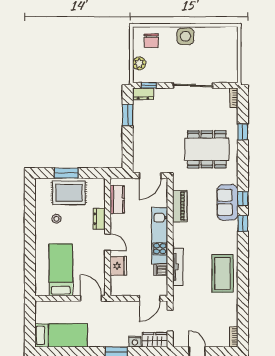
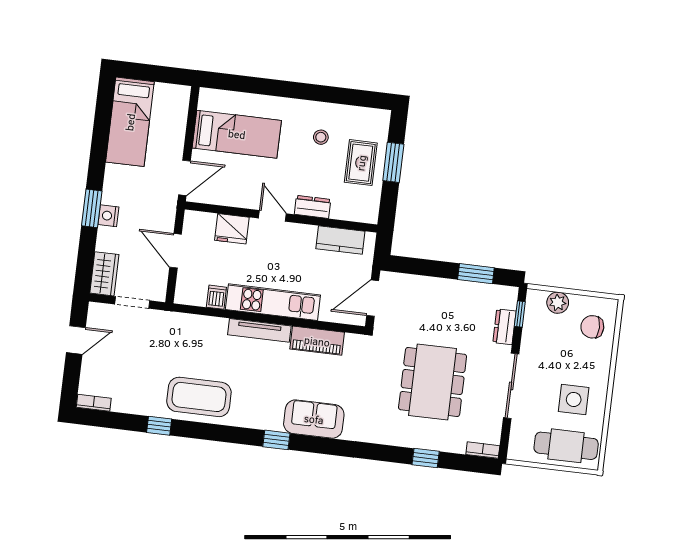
side table: (185, 36) -> (574, 399), moved
cafe table: (225, 48) -> (566, 446), added
dresser: (143, 94) -> (504, 327), moved
dining table: (207, 149) -> (433, 382), moved
door: (150, 176) -> (373, 298), hinge flipped
rug: (69, 193) -> (361, 163), width x0.73, depth x0.70
window: (243, 199) -> (159, 426), moved
door: (108, 242) -> (272, 216), swing flipped
tv unit: (178, 267) -> (259, 330), moved
door: (150, 298) -> (176, 251), moved
nightstand: (135, 341) -> (108, 216), moved

